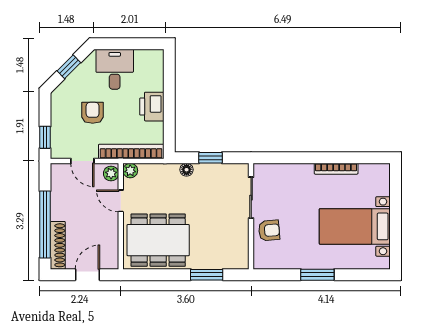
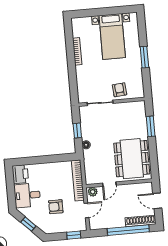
printer: (152, 107) -> (20, 174), moved, turned -90
plant: (130, 171) -> (90, 180), removed

